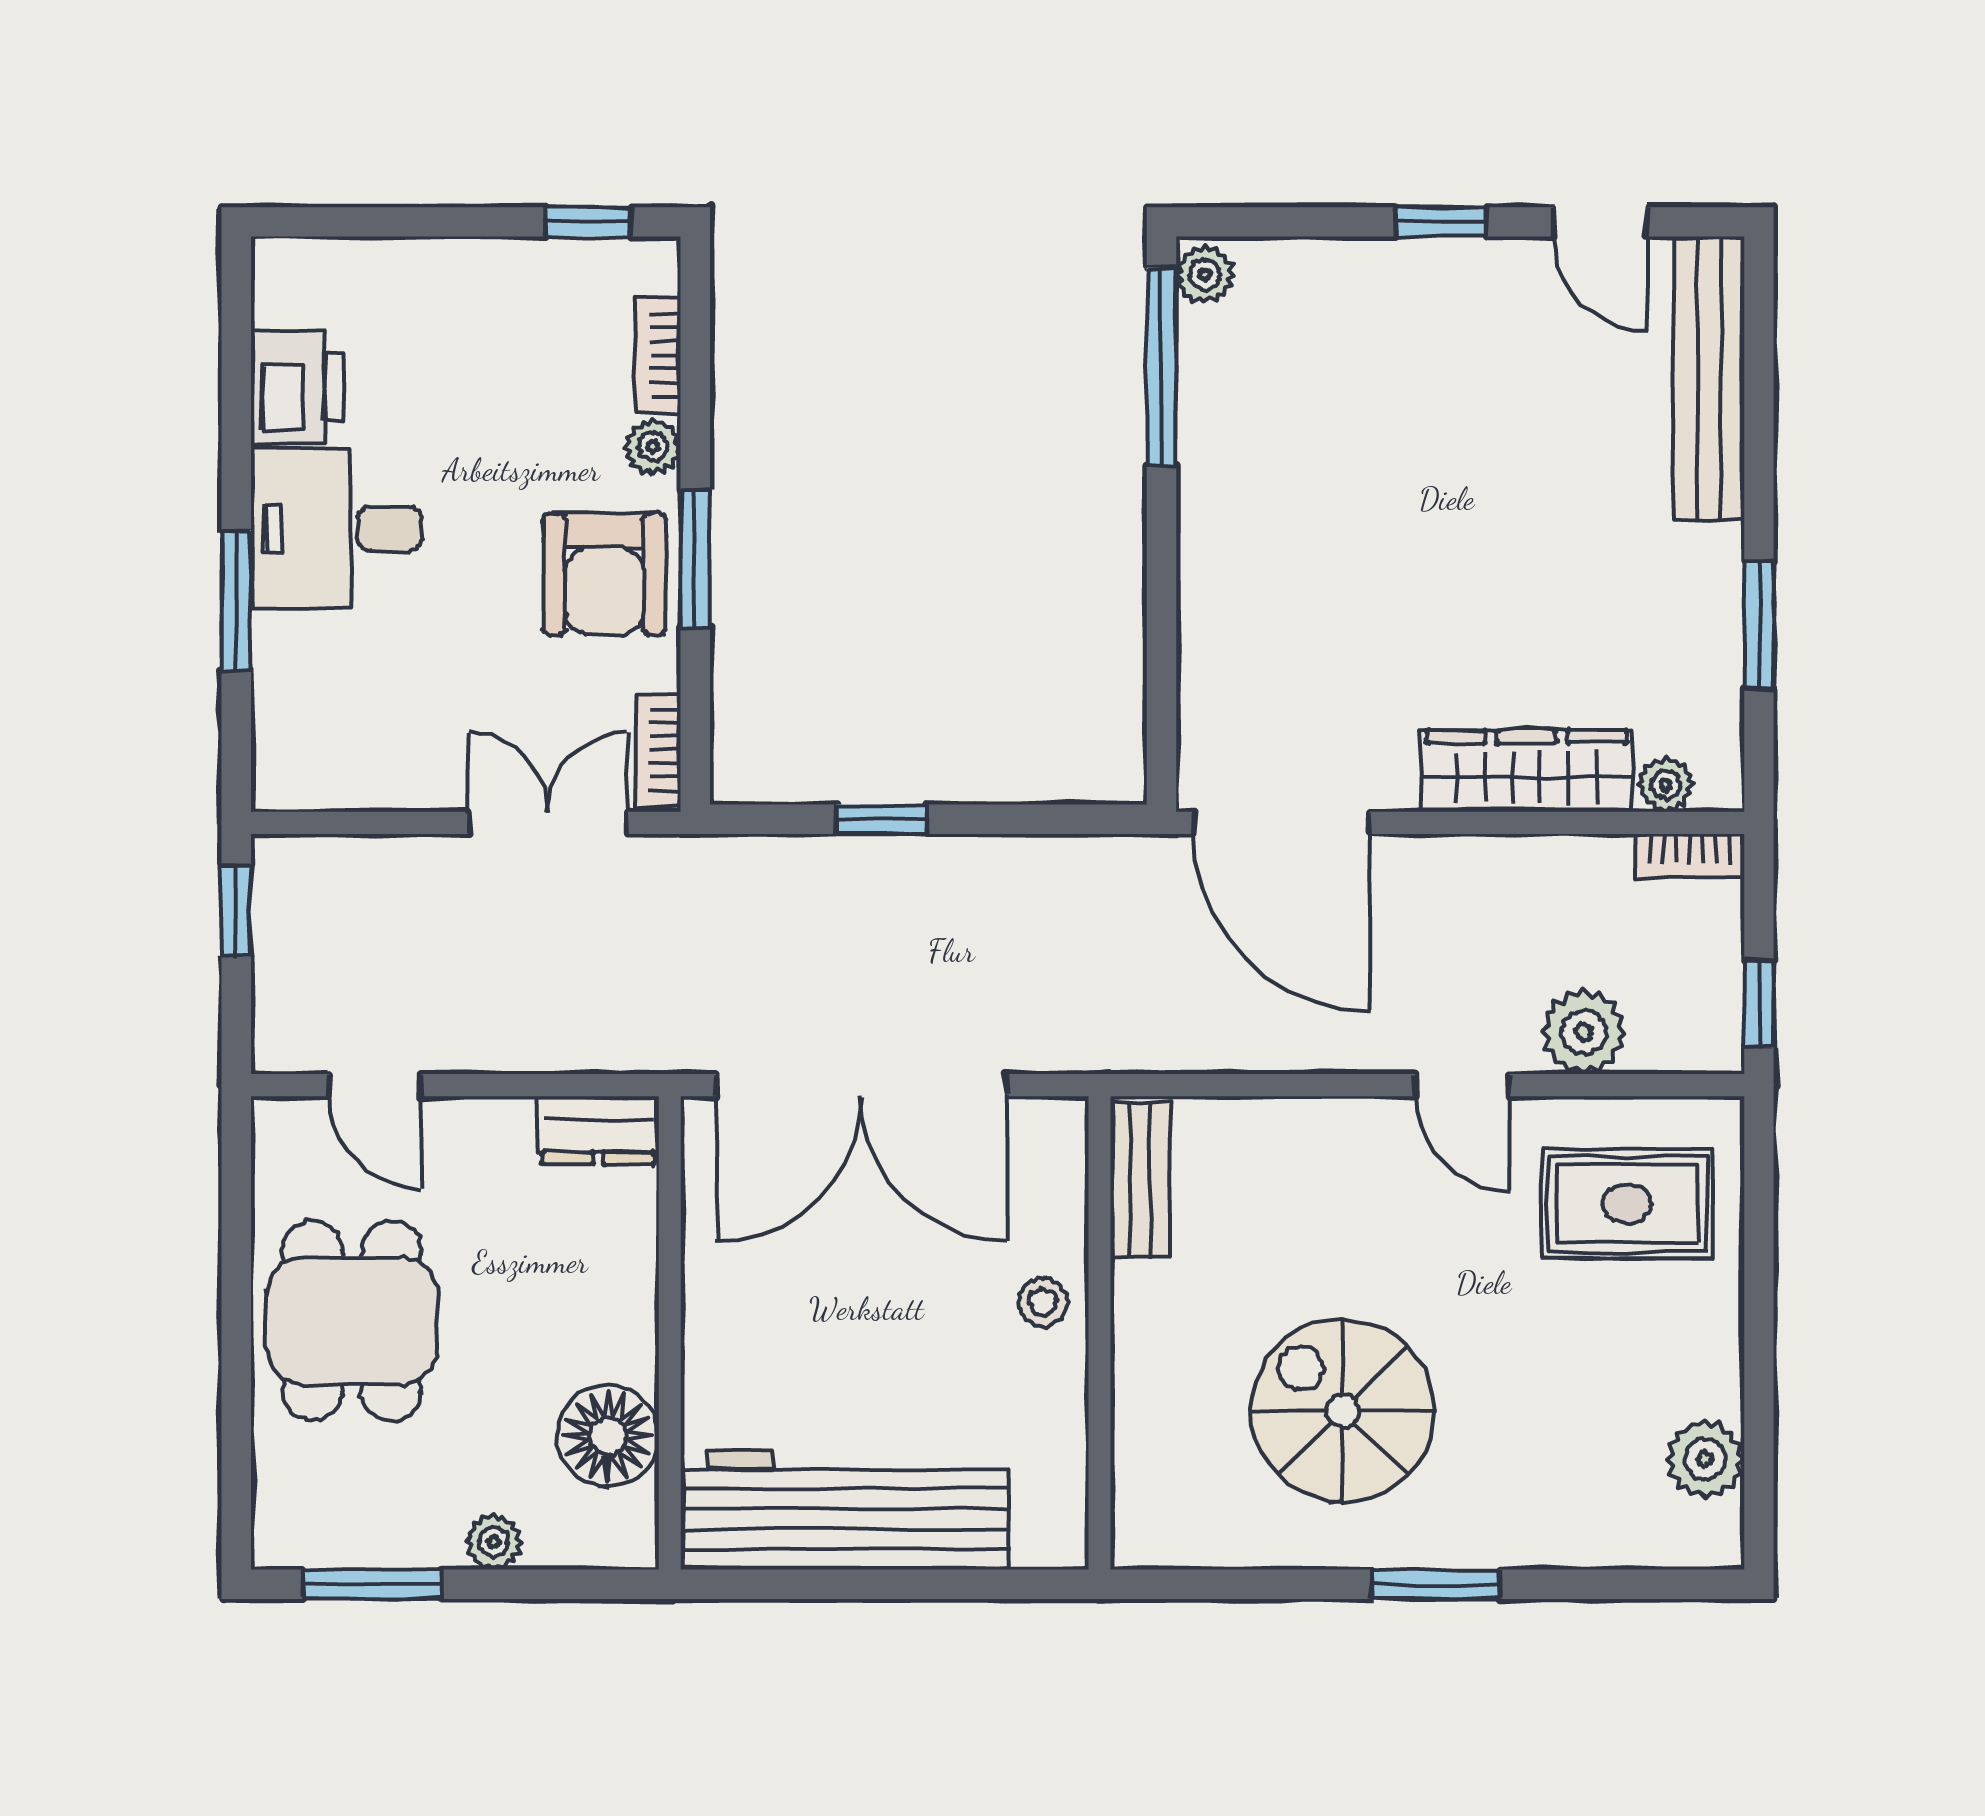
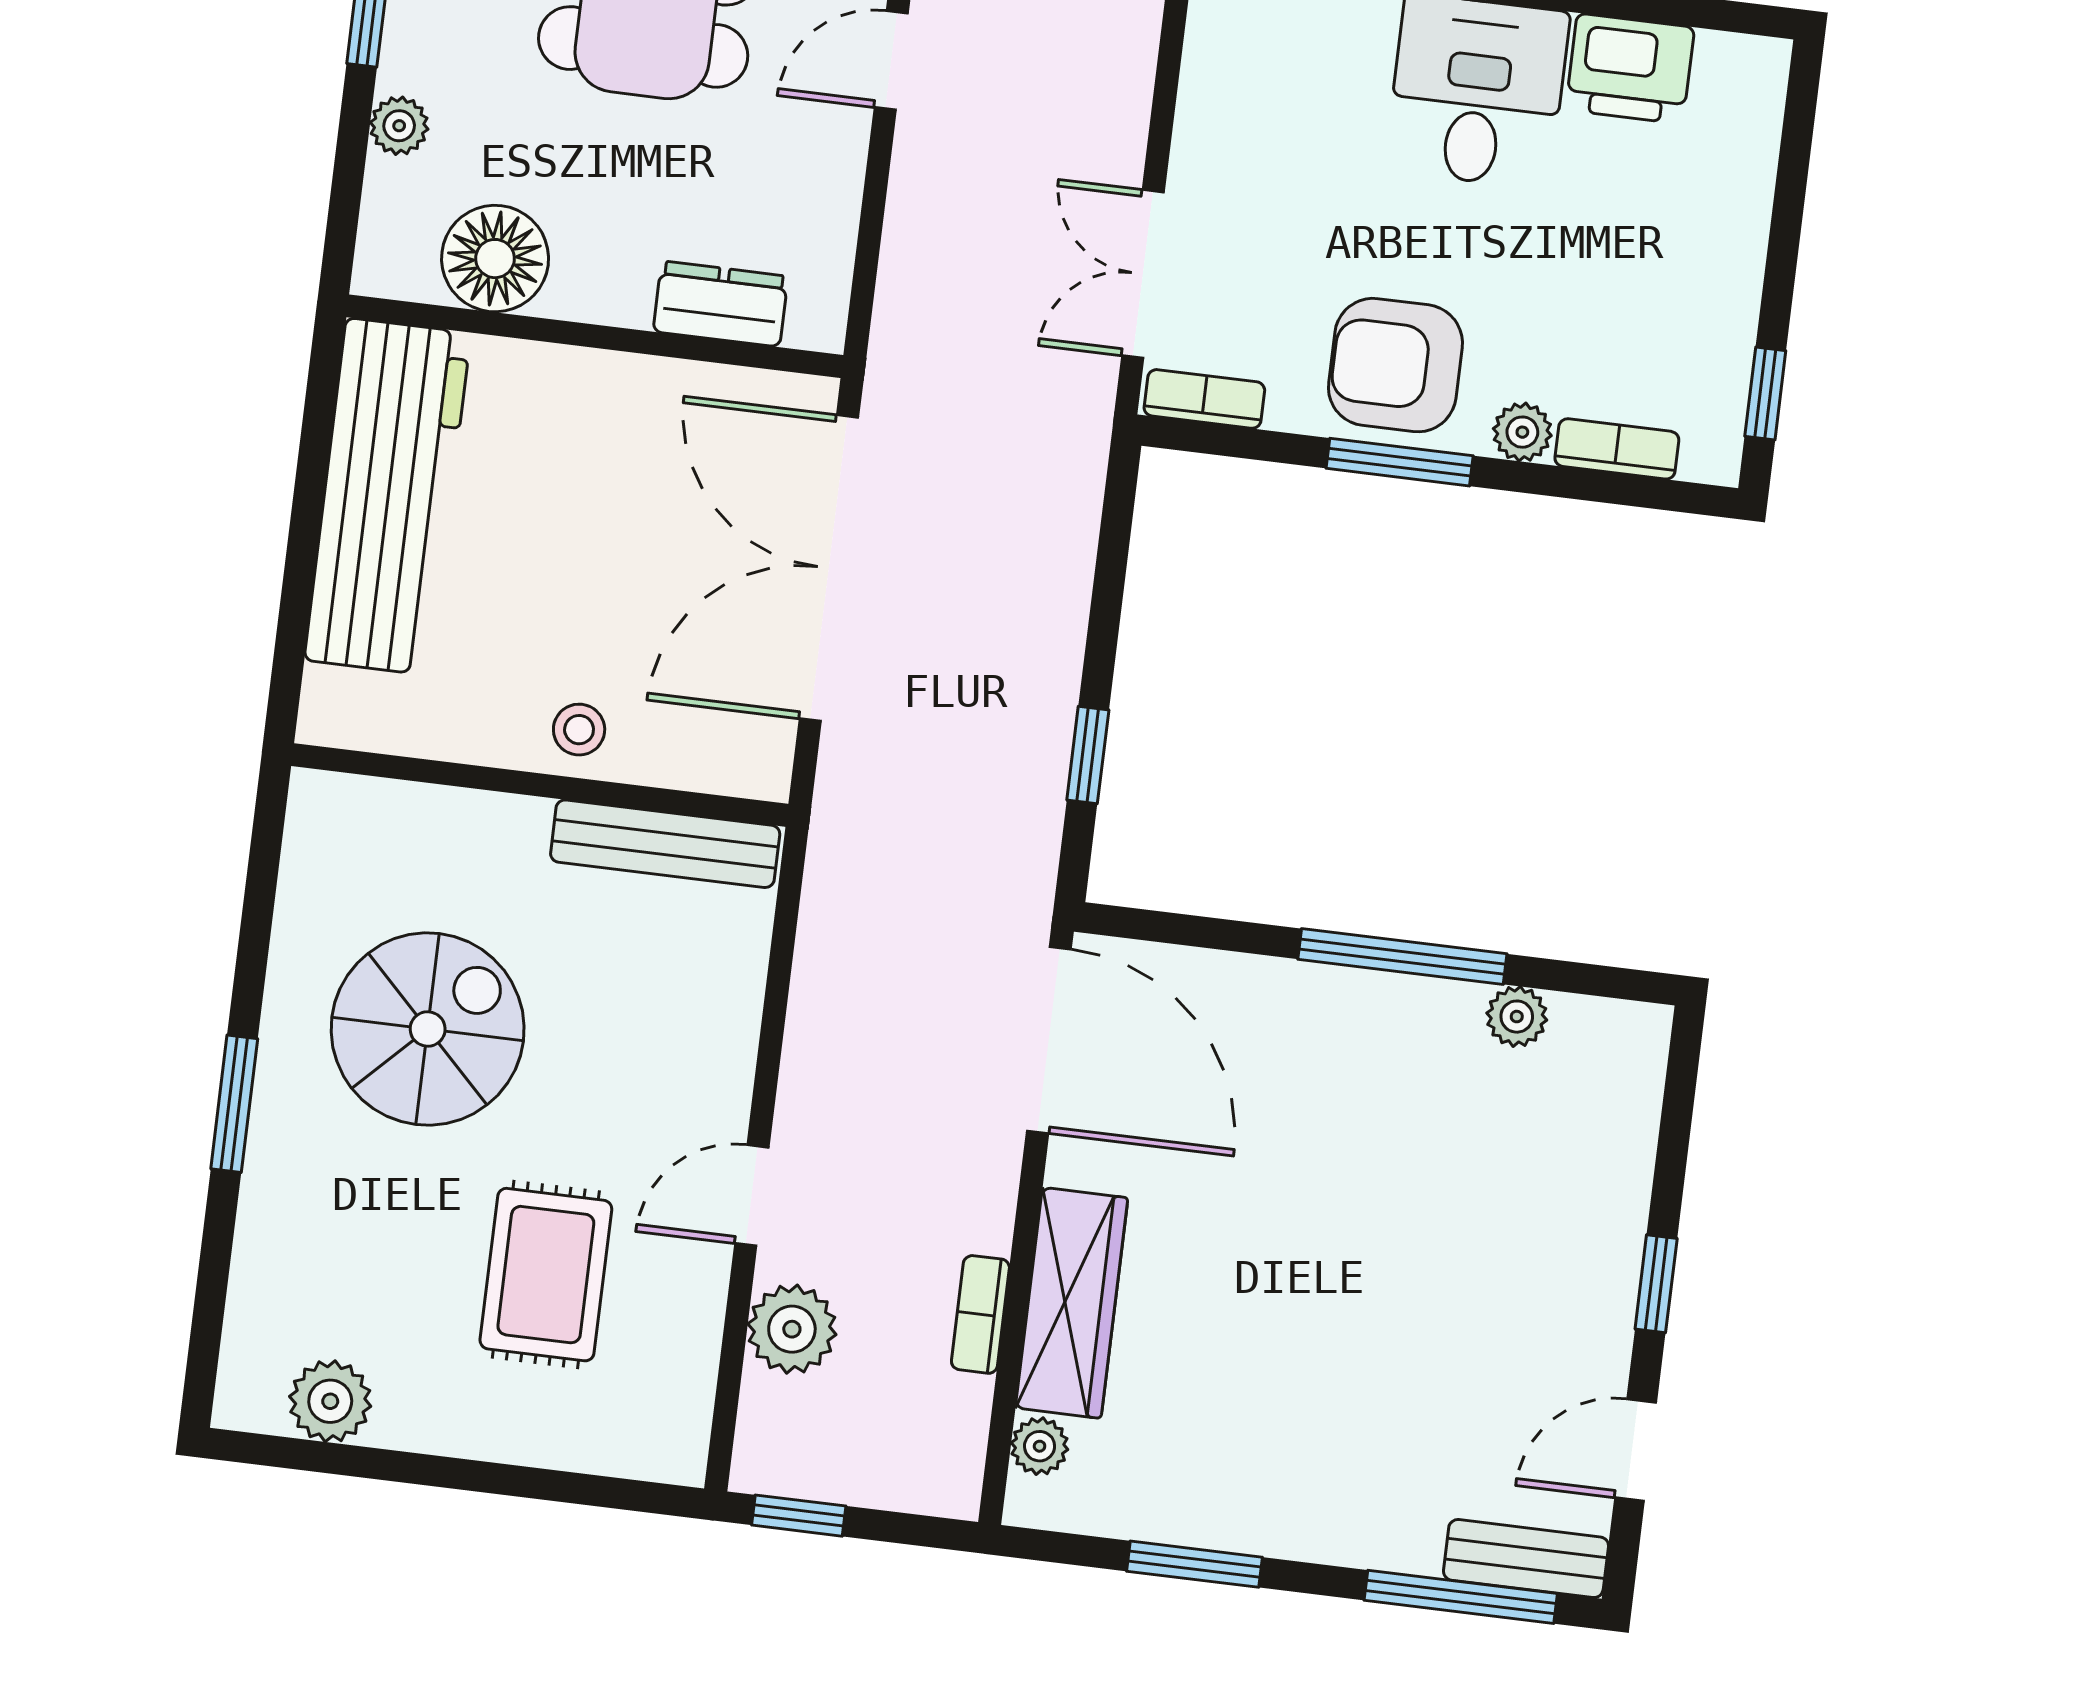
plant: (1205, 275) -> (1517, 1017), moved
window: (1161, 366) -> (1402, 957), moved
window: (1759, 370) -> (1461, 1597), added
bench: (1709, 379) -> (1526, 1559), width x0.54, depth x0.82
window: (882, 819) -> (1088, 755), moved
double door: (547, 823) -> (1143, 274), swing flipped
door: (1281, 823) -> (1049, 1040), swing flipped
bookcase: (1690, 856) -> (980, 1314), moved
dresser: (598, 1130) -> (721, 304), moved, turned 90
bench: (1140, 1179) -> (665, 844), width x1.36
rug: (1627, 1204) -> (546, 1275), moved

